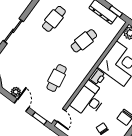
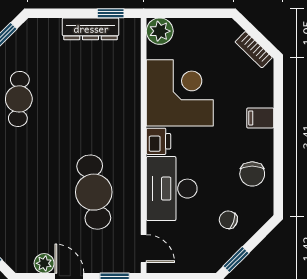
cafe table: (84, 41) -> (94, 99), removed
cafe table: (57, 78) -> (94, 192), width x1.37, depth x1.35

